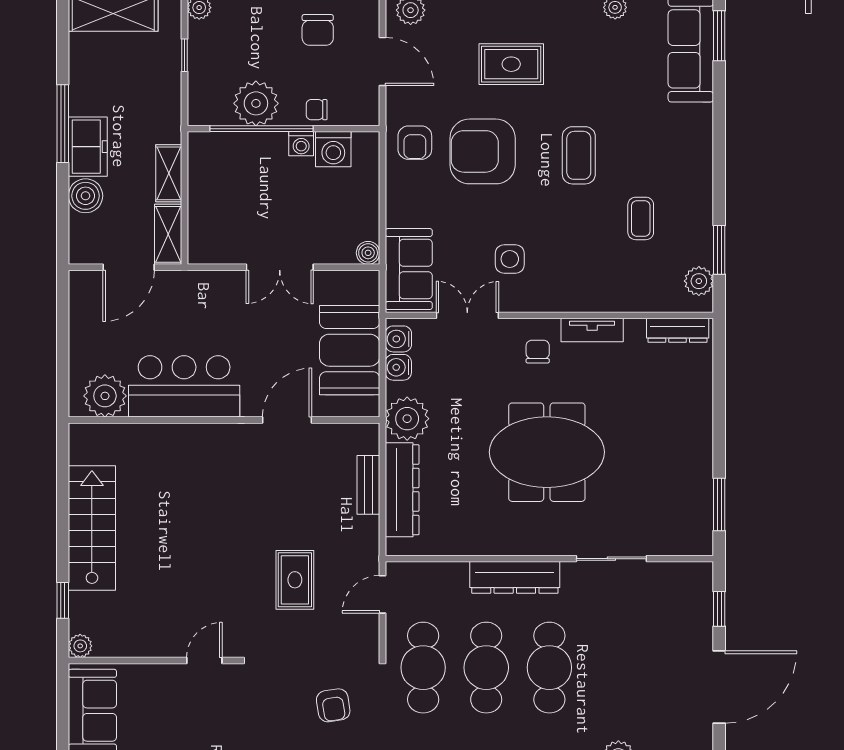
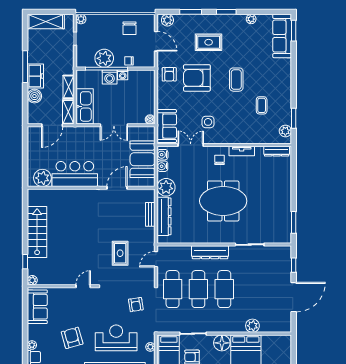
washing machine: (333, 149) -> (110, 77), moved
kitchen sink: (208, 221) -> (85, 106), added

